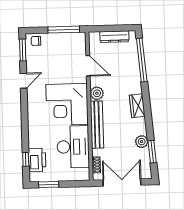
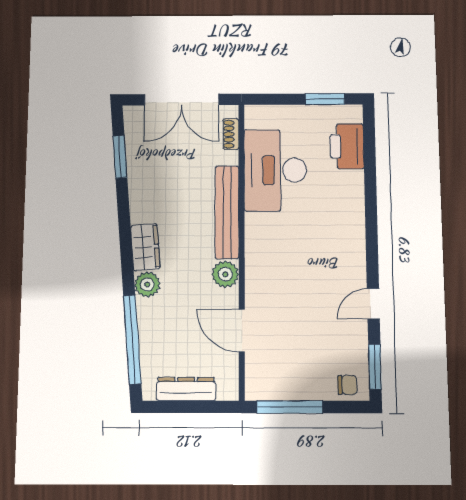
corner desk: (67, 104) -> (286, 254), removed
plant: (142, 142) -> (147, 284), moved
window: (26, 159) -> (369, 148), removed

